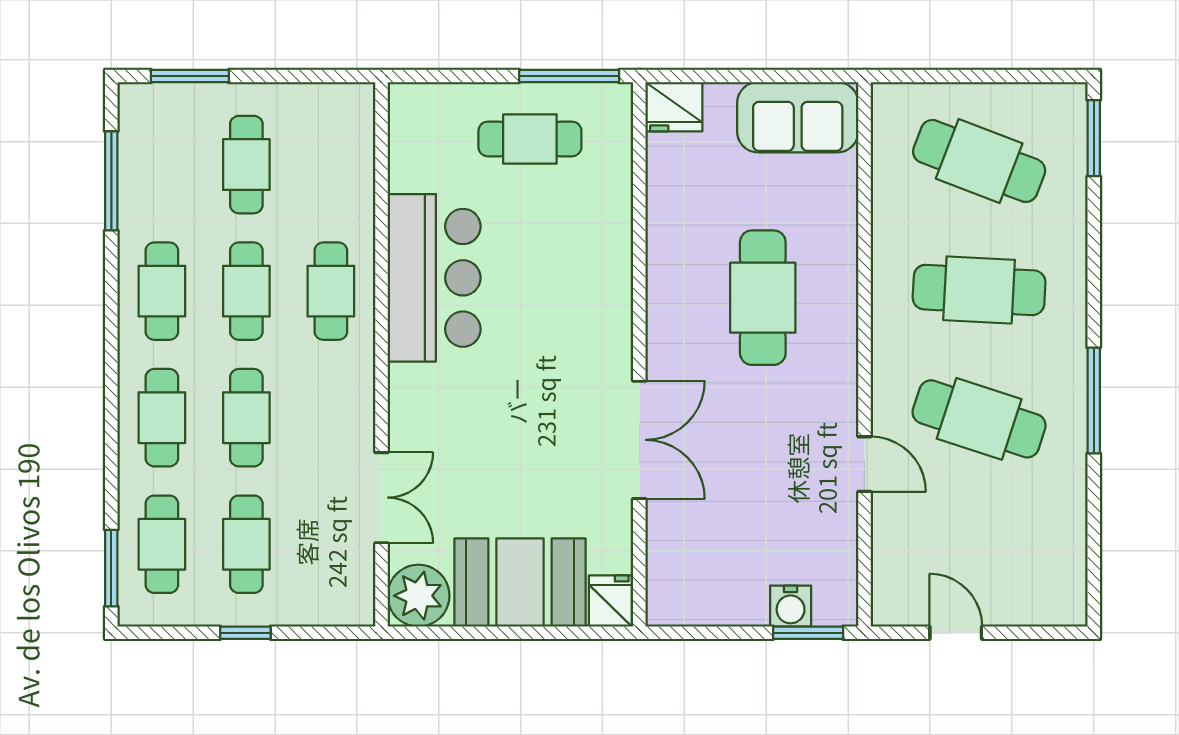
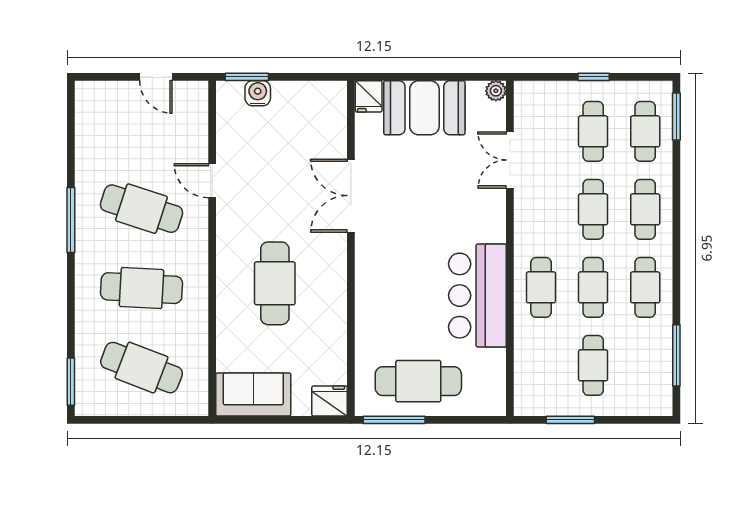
window: (190, 76) -> (570, 420), moved
cafe table: (530, 139) -> (418, 381), width x1.37, depth x1.35
plant: (419, 596) -> (496, 91), width x0.53, depth x0.53

